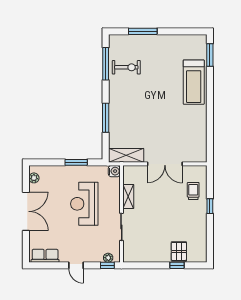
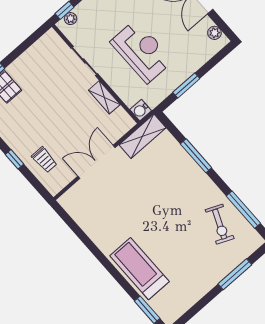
exercise bike: (126, 67) -> (220, 224), turned -67

